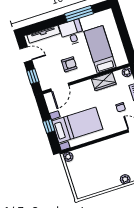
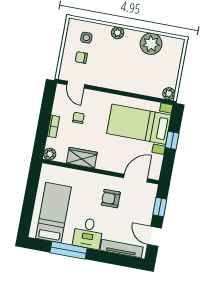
bed: (100, 49) -> (53, 213), moved, turned 180
plant: (98, 184) -> (151, 44), added

